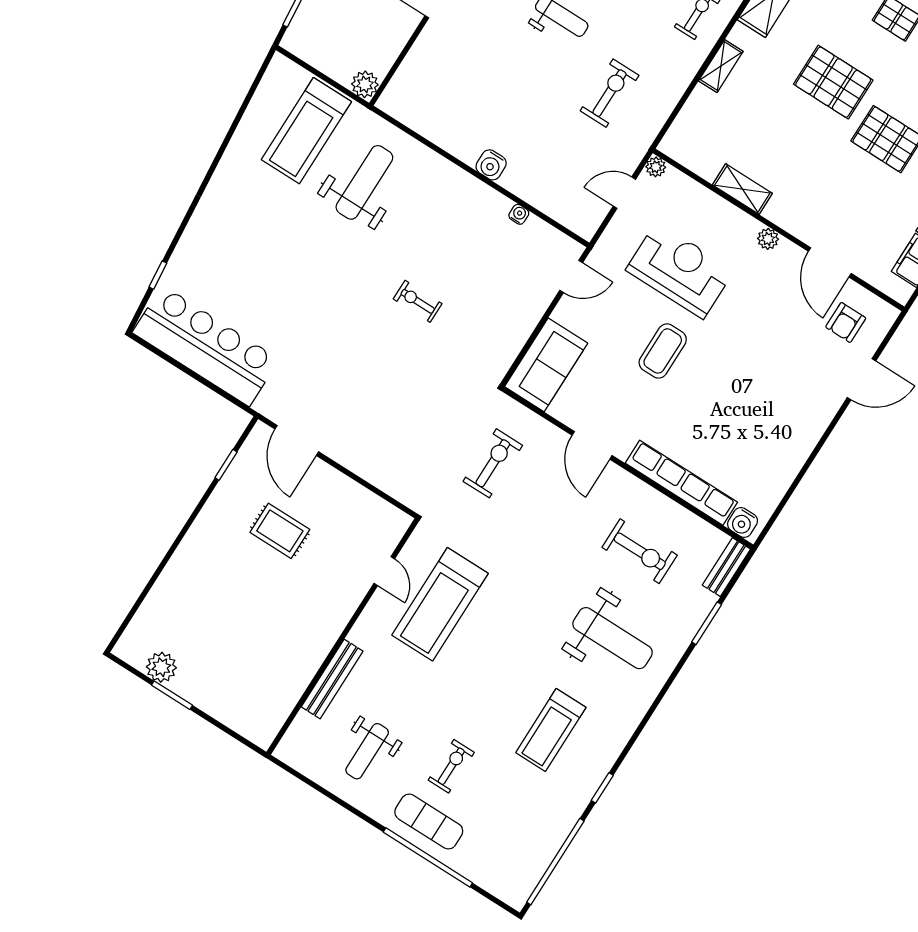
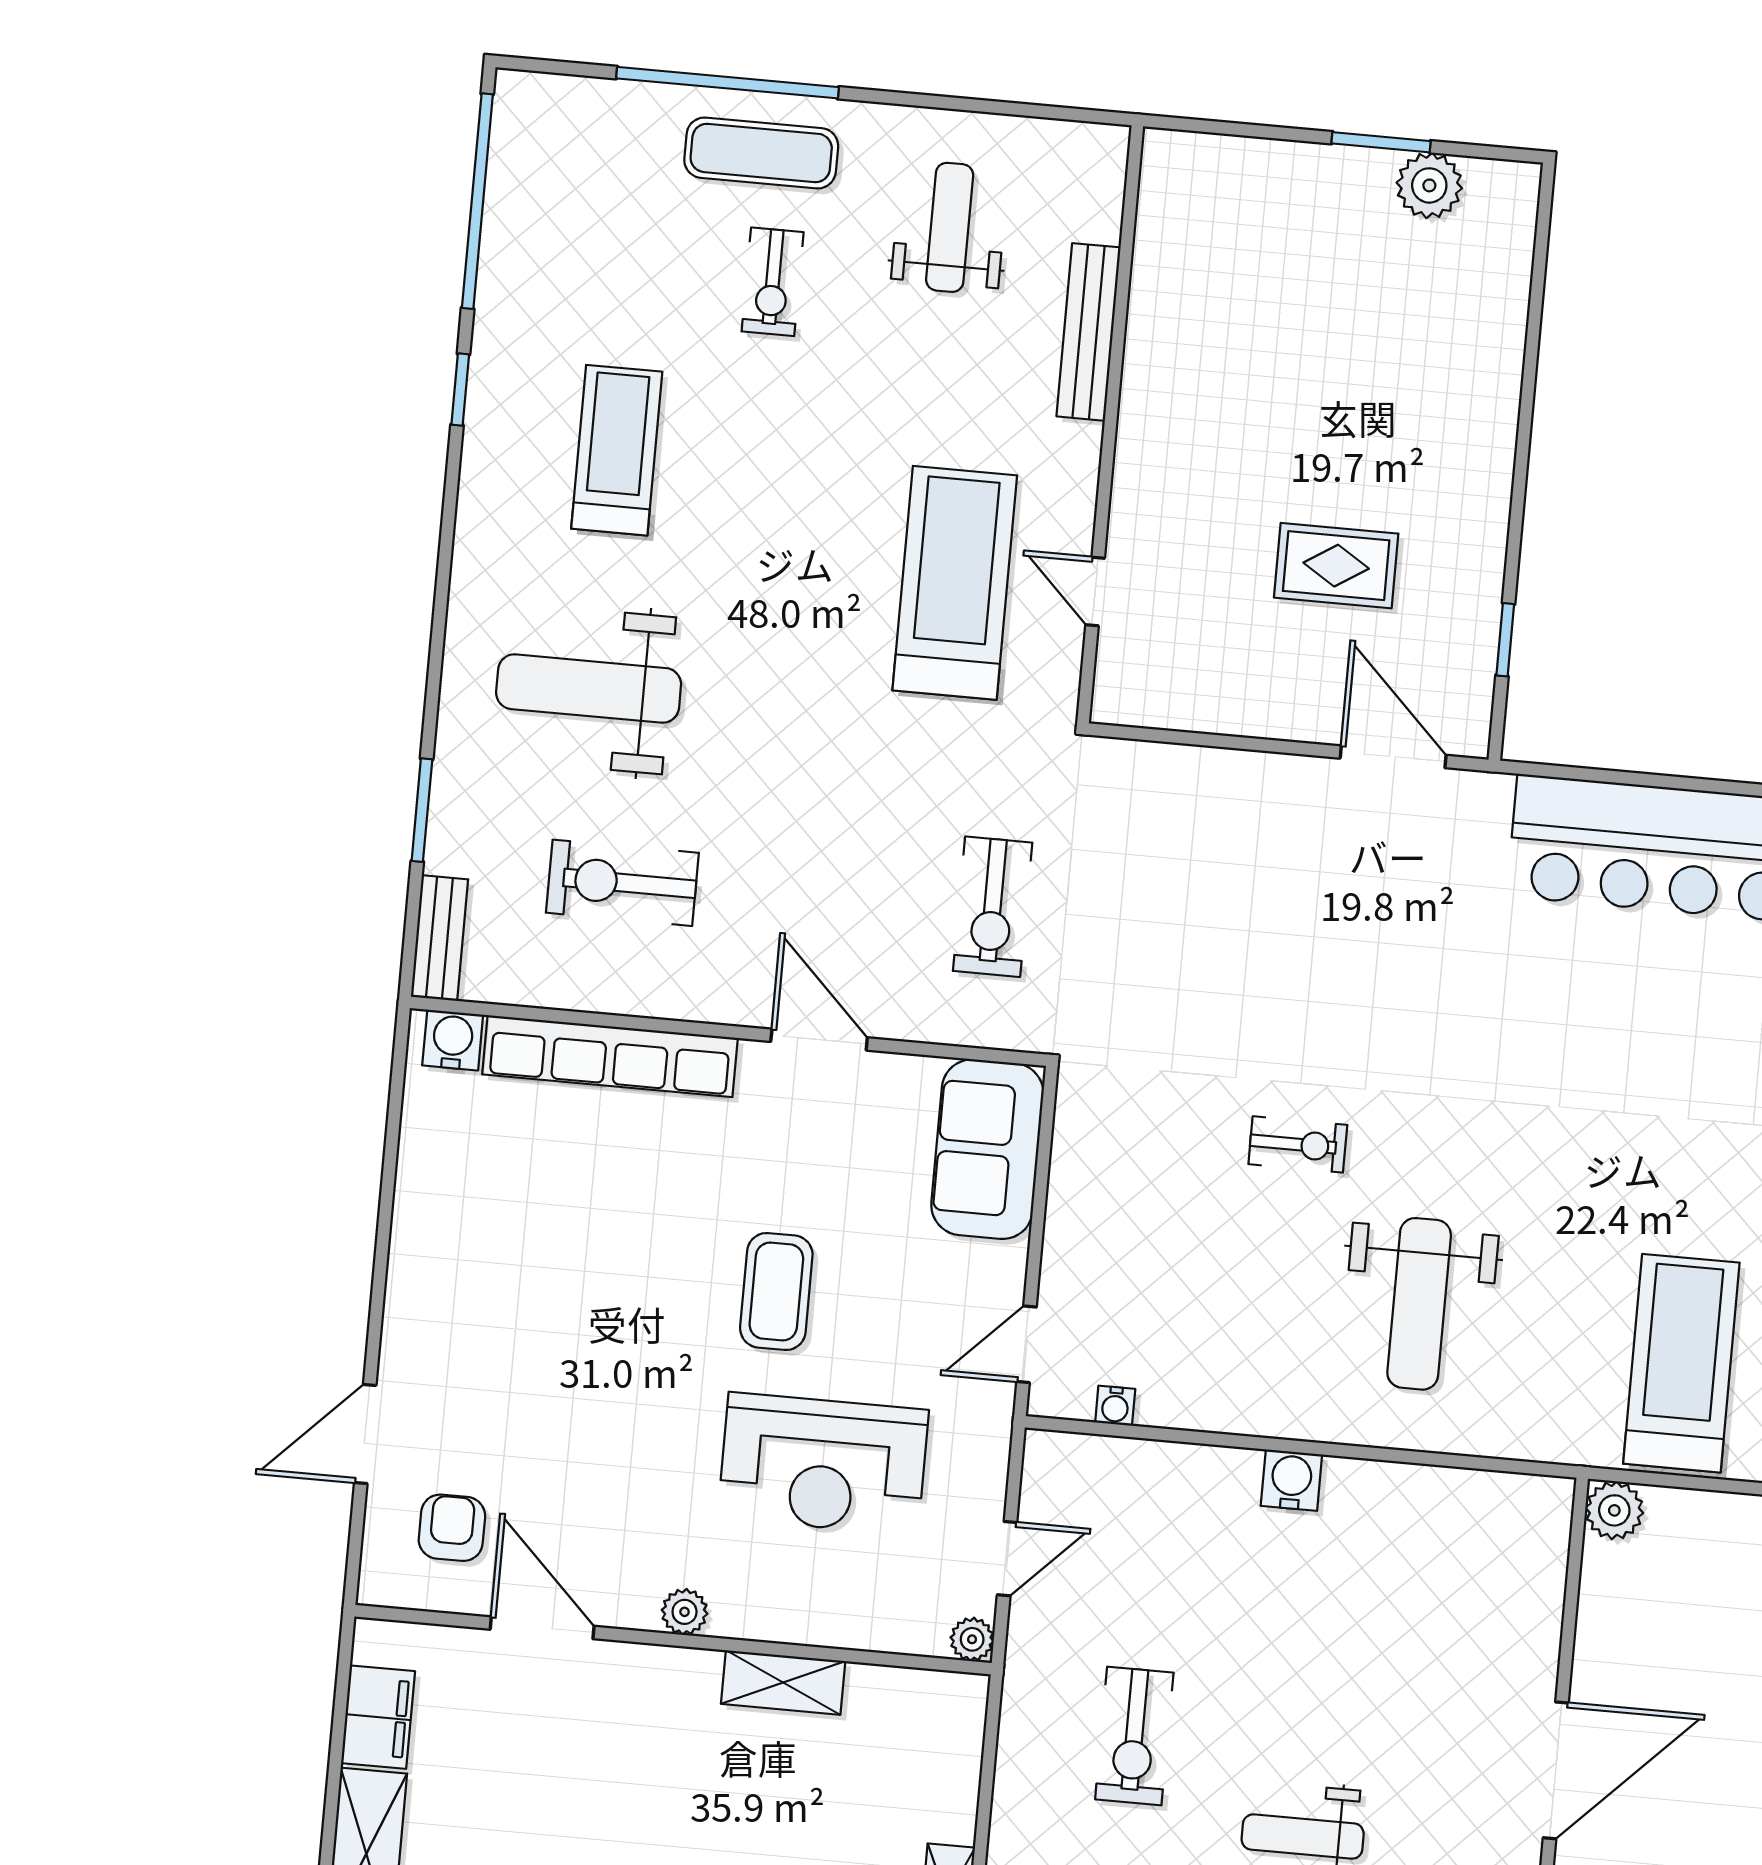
weight bench: (364, 182) -> (1419, 1304), moved
water cooler: (519, 214) -> (1115, 1406), moved

